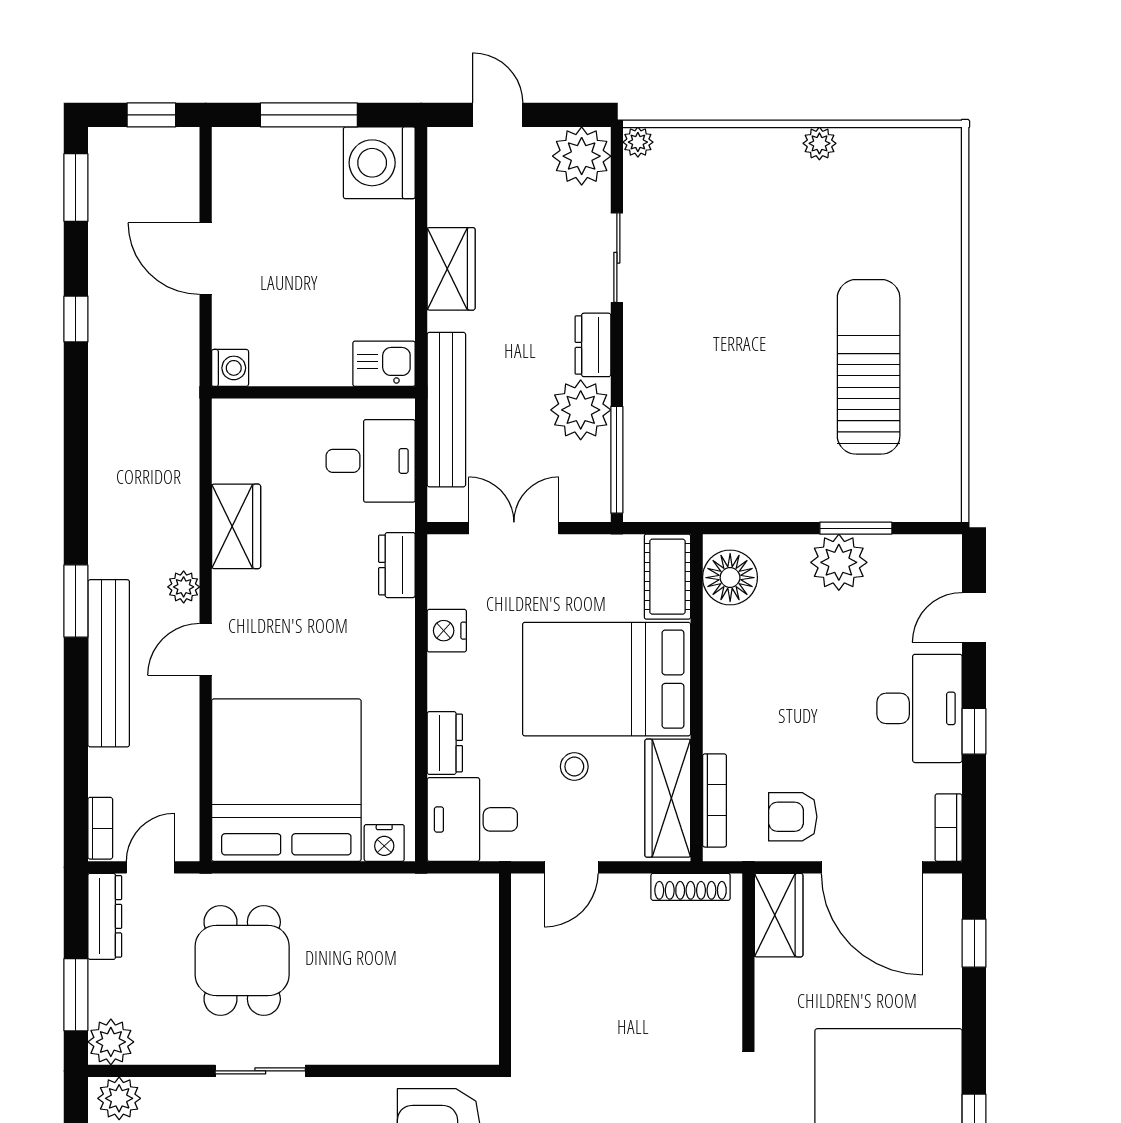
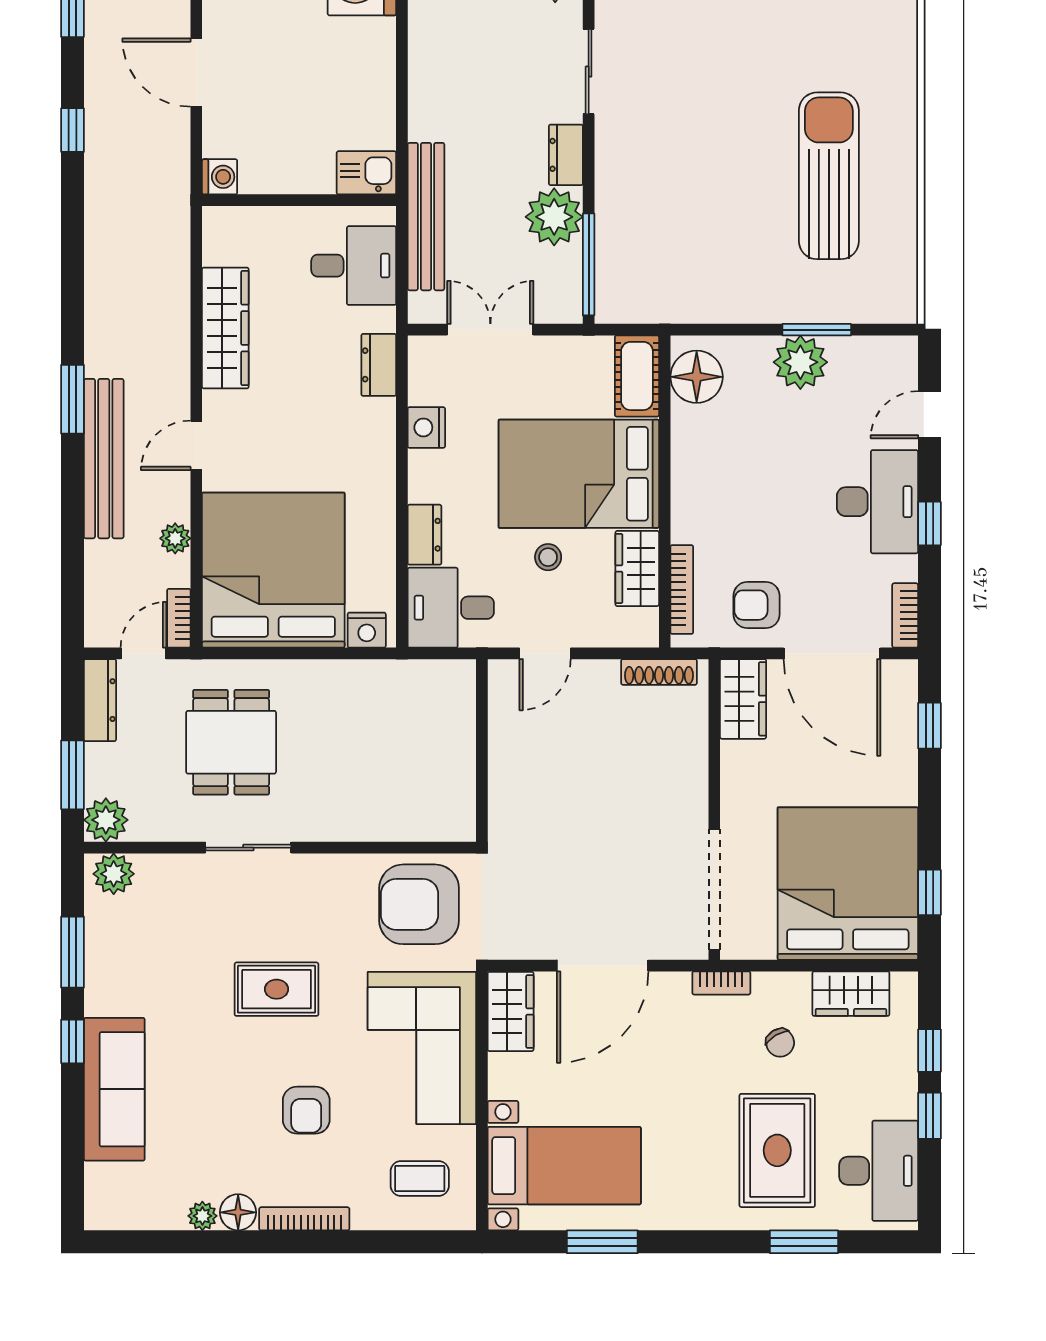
wardrobe: (451, 269) -> (430, 82), removed
wardrobe: (236, 526) -> (225, 328), width x1.50
plant: (184, 587) -> (175, 538), moved
wardrobe: (668, 798) -> (637, 568), width x0.67
bookcase: (100, 828) -> (179, 618), moved, turned 180

